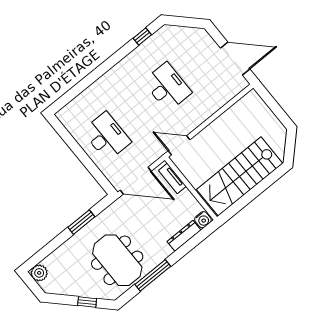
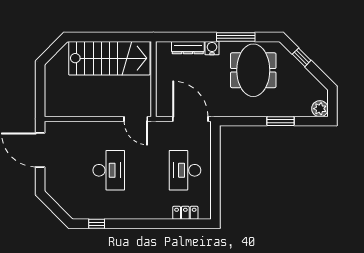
desk: (167, 87) -> (109, 170), turned 180
locker: (79, 103) -> (185, 213), added
tv unit: (172, 178) -> (161, 98), removed
water cooler: (203, 220) -> (212, 48), moved
window: (81, 222) -> (281, 121), moved

